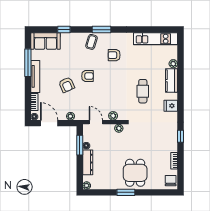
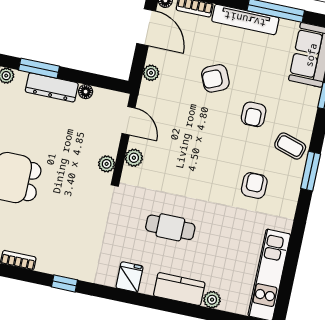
armchair: (87, 76) -> (254, 114), moved
door: (96, 122) -> (128, 121), hinge flipped
door: (49, 123) -> (146, 27), hinge flipped
window: (80, 145) -> (39, 68), moved

